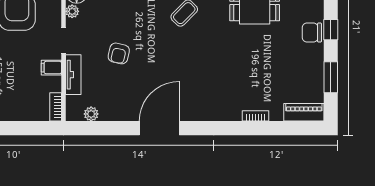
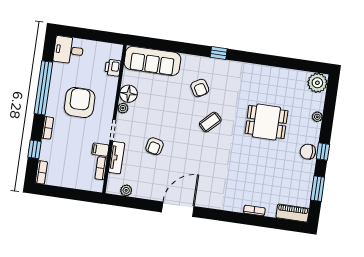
bookcase: (56, 107) -> (101, 168), moved

